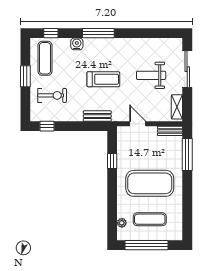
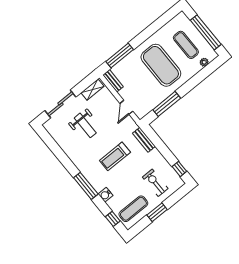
treadmill: (103, 79) -> (115, 156), turned -90
window: (112, 161) -> (167, 104), width x2.17

